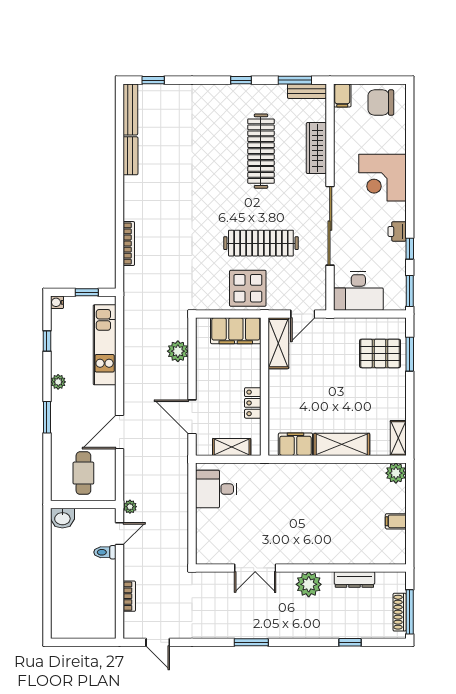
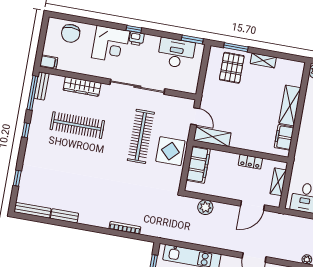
window: (153, 80) -> (17, 178), moved
window: (295, 80) -> (32, 93), width x1.44
chair: (381, 103) -> (71, 33), moved
printer: (397, 231) -> (136, 39), moved
window: (410, 249) -> (134, 29), moved
desk: (358, 291) -> (176, 53), moved, turned -90
shelving: (398, 438) -> (263, 60), moved

